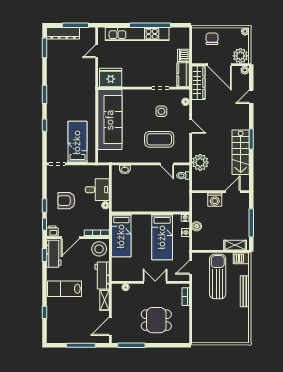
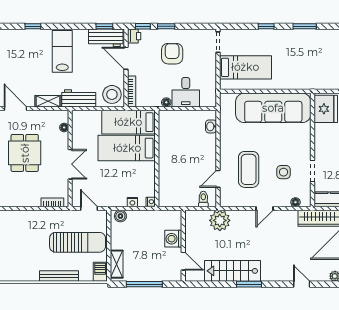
boiler: (197, 226) -> (120, 216), moved
bed: (162, 237) -> (127, 148), moved
dining table: (156, 320) -> (25, 153), moved

